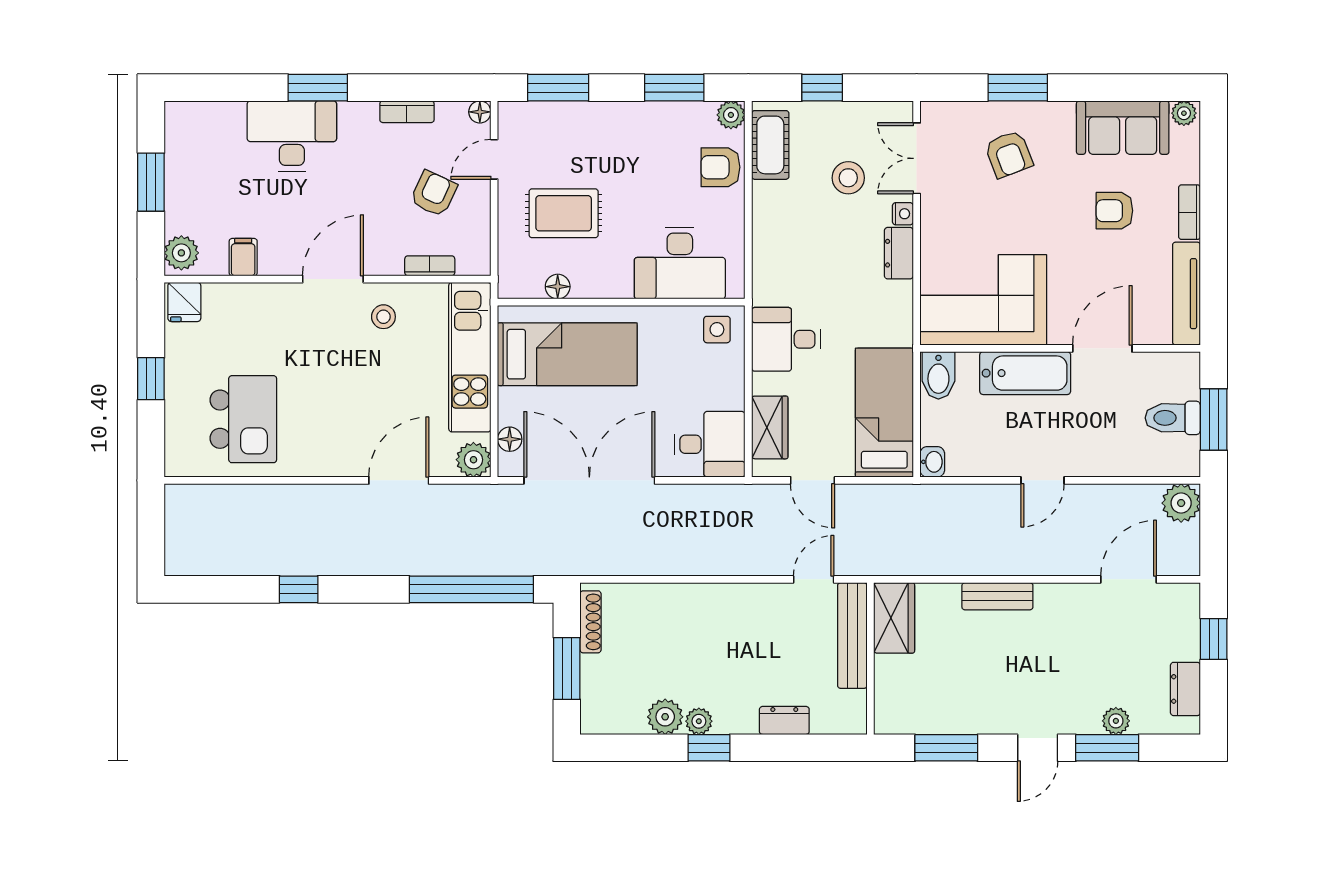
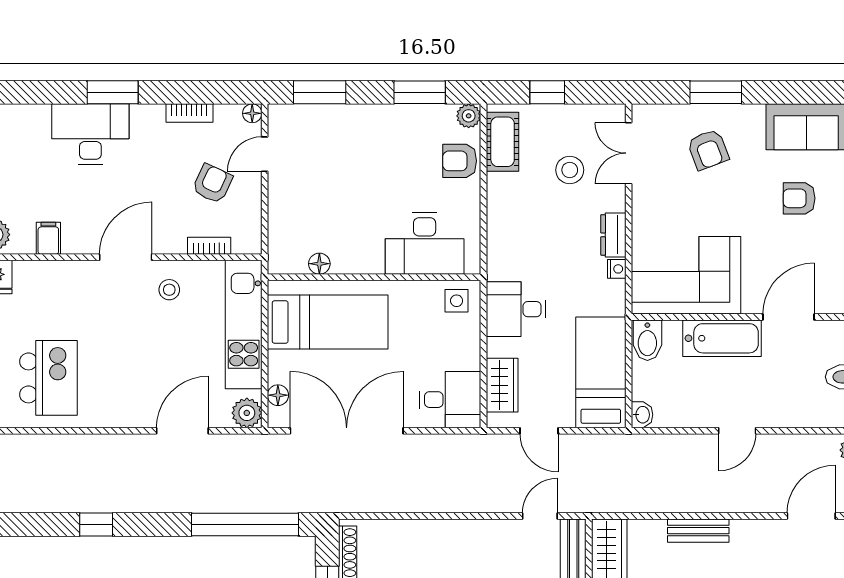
rug: (564, 213) -> (324, 201), removed
nightstand: (903, 214) -> (617, 269), moved

